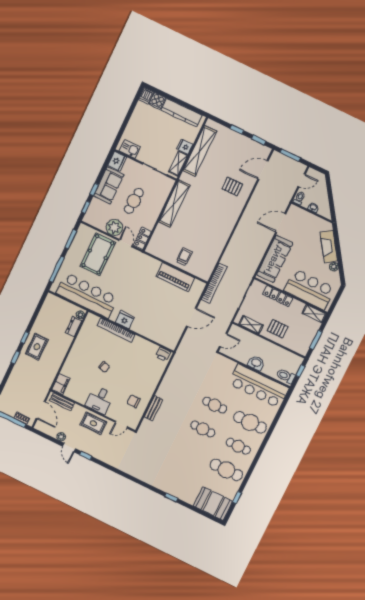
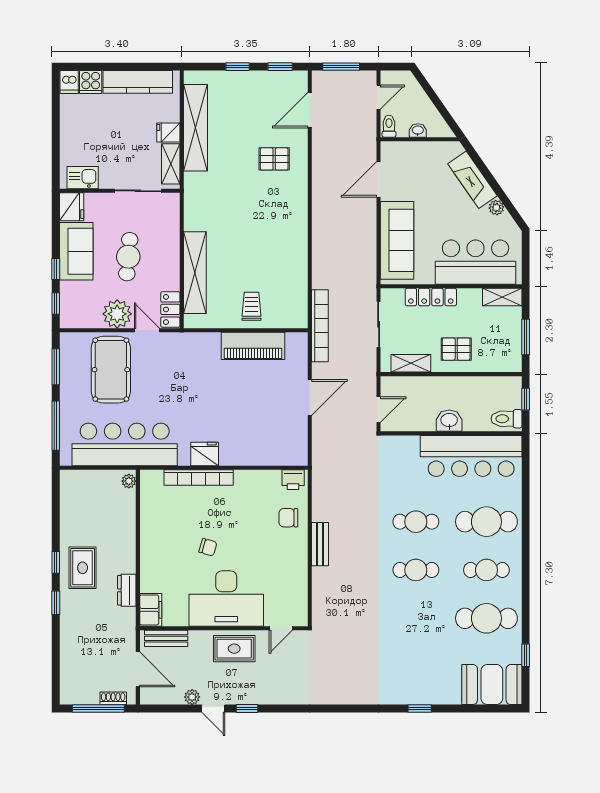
shelving: (174, 204) -> (195, 273), moved
dresser: (73, 327) -> (127, 590), moved
desk: (100, 400) -> (226, 599), width x1.87, depth x1.30
chair: (134, 401) -> (288, 518), moved
bench: (154, 408) -> (320, 544), moved

